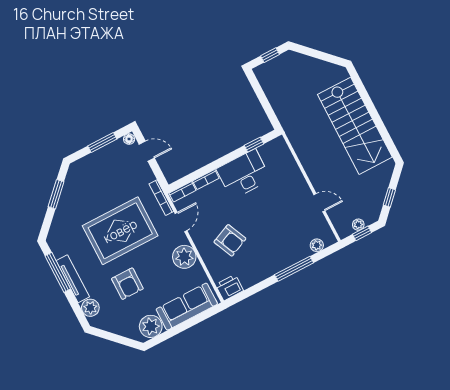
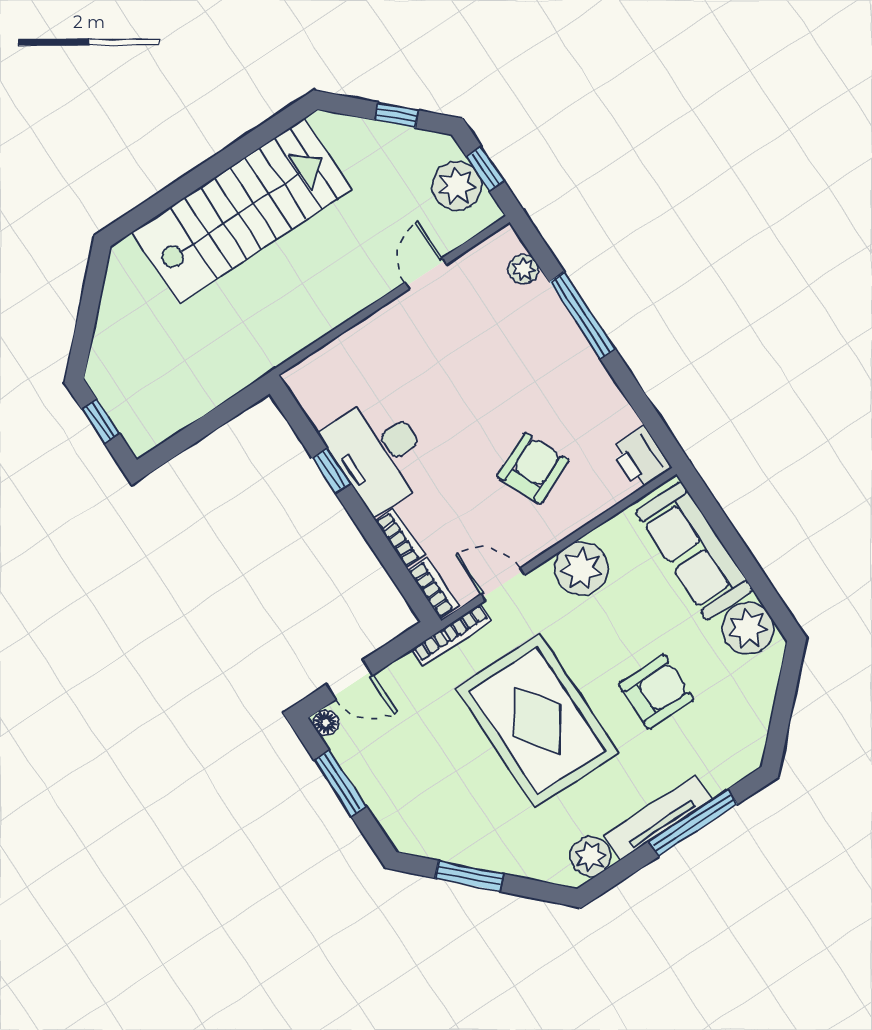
window: (254, 145) -> (331, 471), moved
door: (147, 151) -> (349, 680), swing flipped
plant: (358, 225) -> (457, 186), width x1.88, depth x1.88
window: (58, 272) -> (693, 823), moved
plant: (90, 308) -> (591, 856), moved

